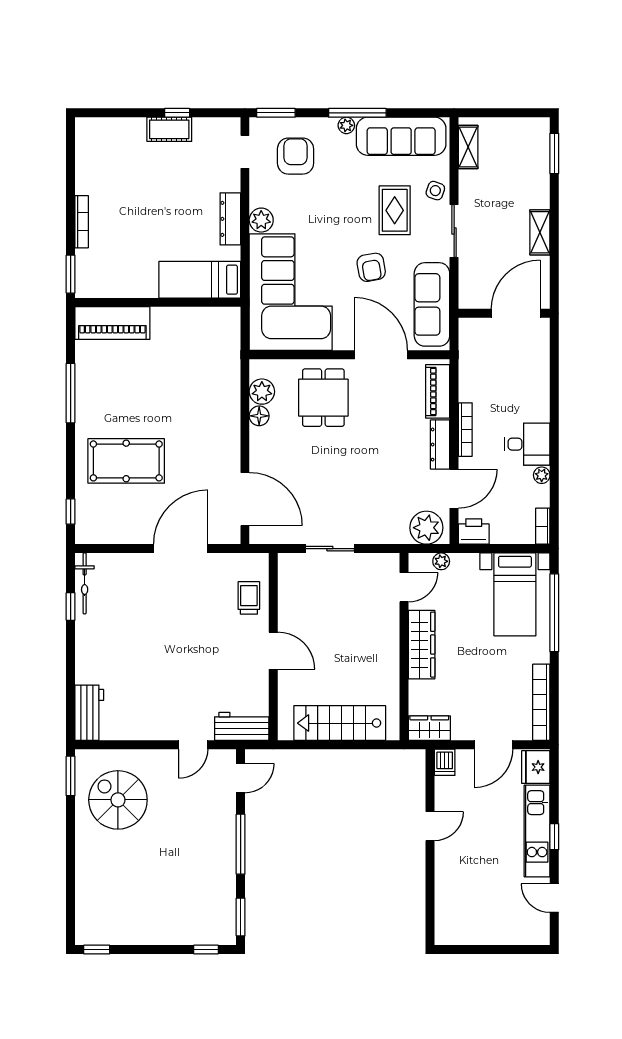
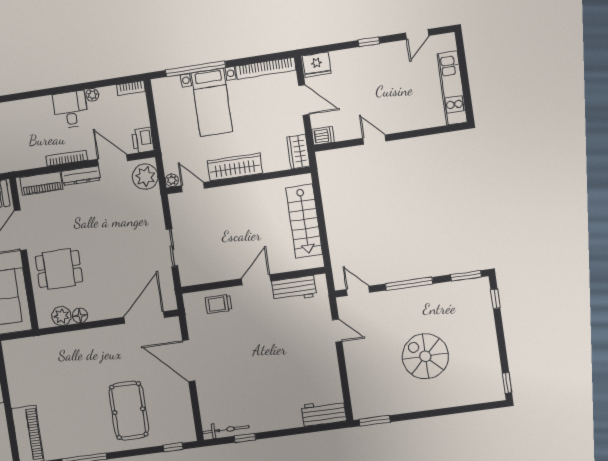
plant: (441, 561) -> (172, 180), moved
bed with nightstands: (515, 594) -> (212, 102), moved, turned 90
workbench: (242, 726) -> (294, 289), moved, turned -90
spiral stairs: (118, 800) -> (425, 356), moved, turned 90
kitchen unit: (537, 831) -> (452, 88), moved, turned 90

